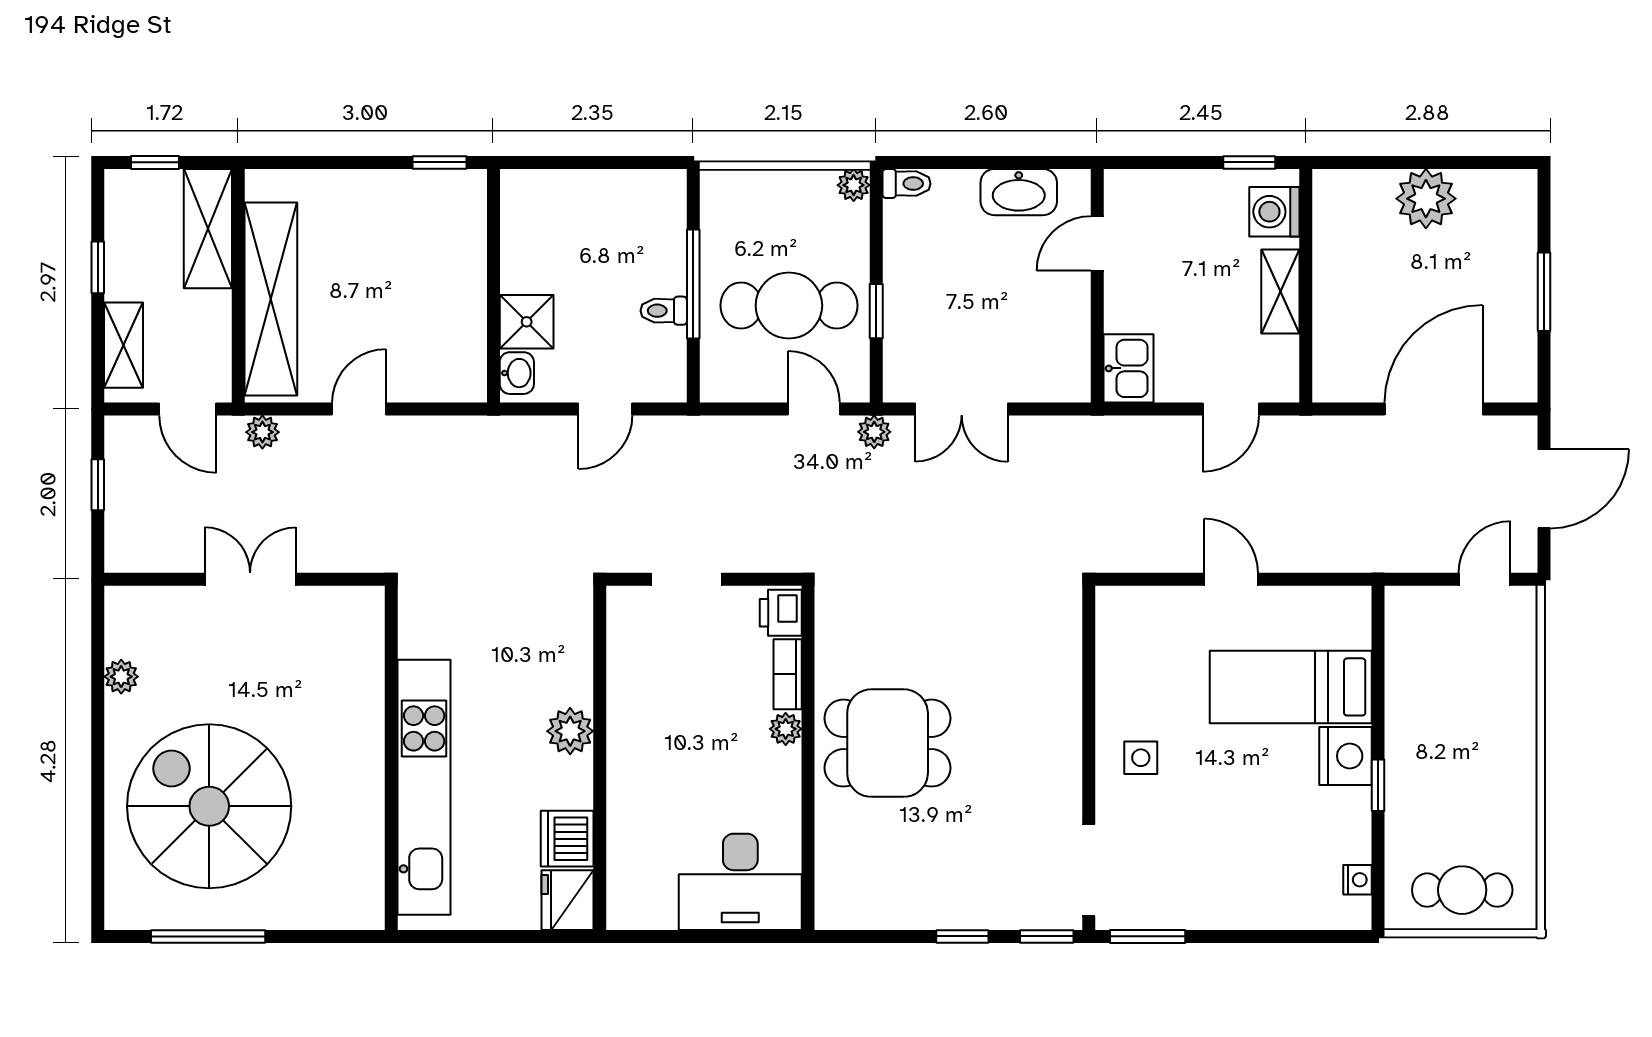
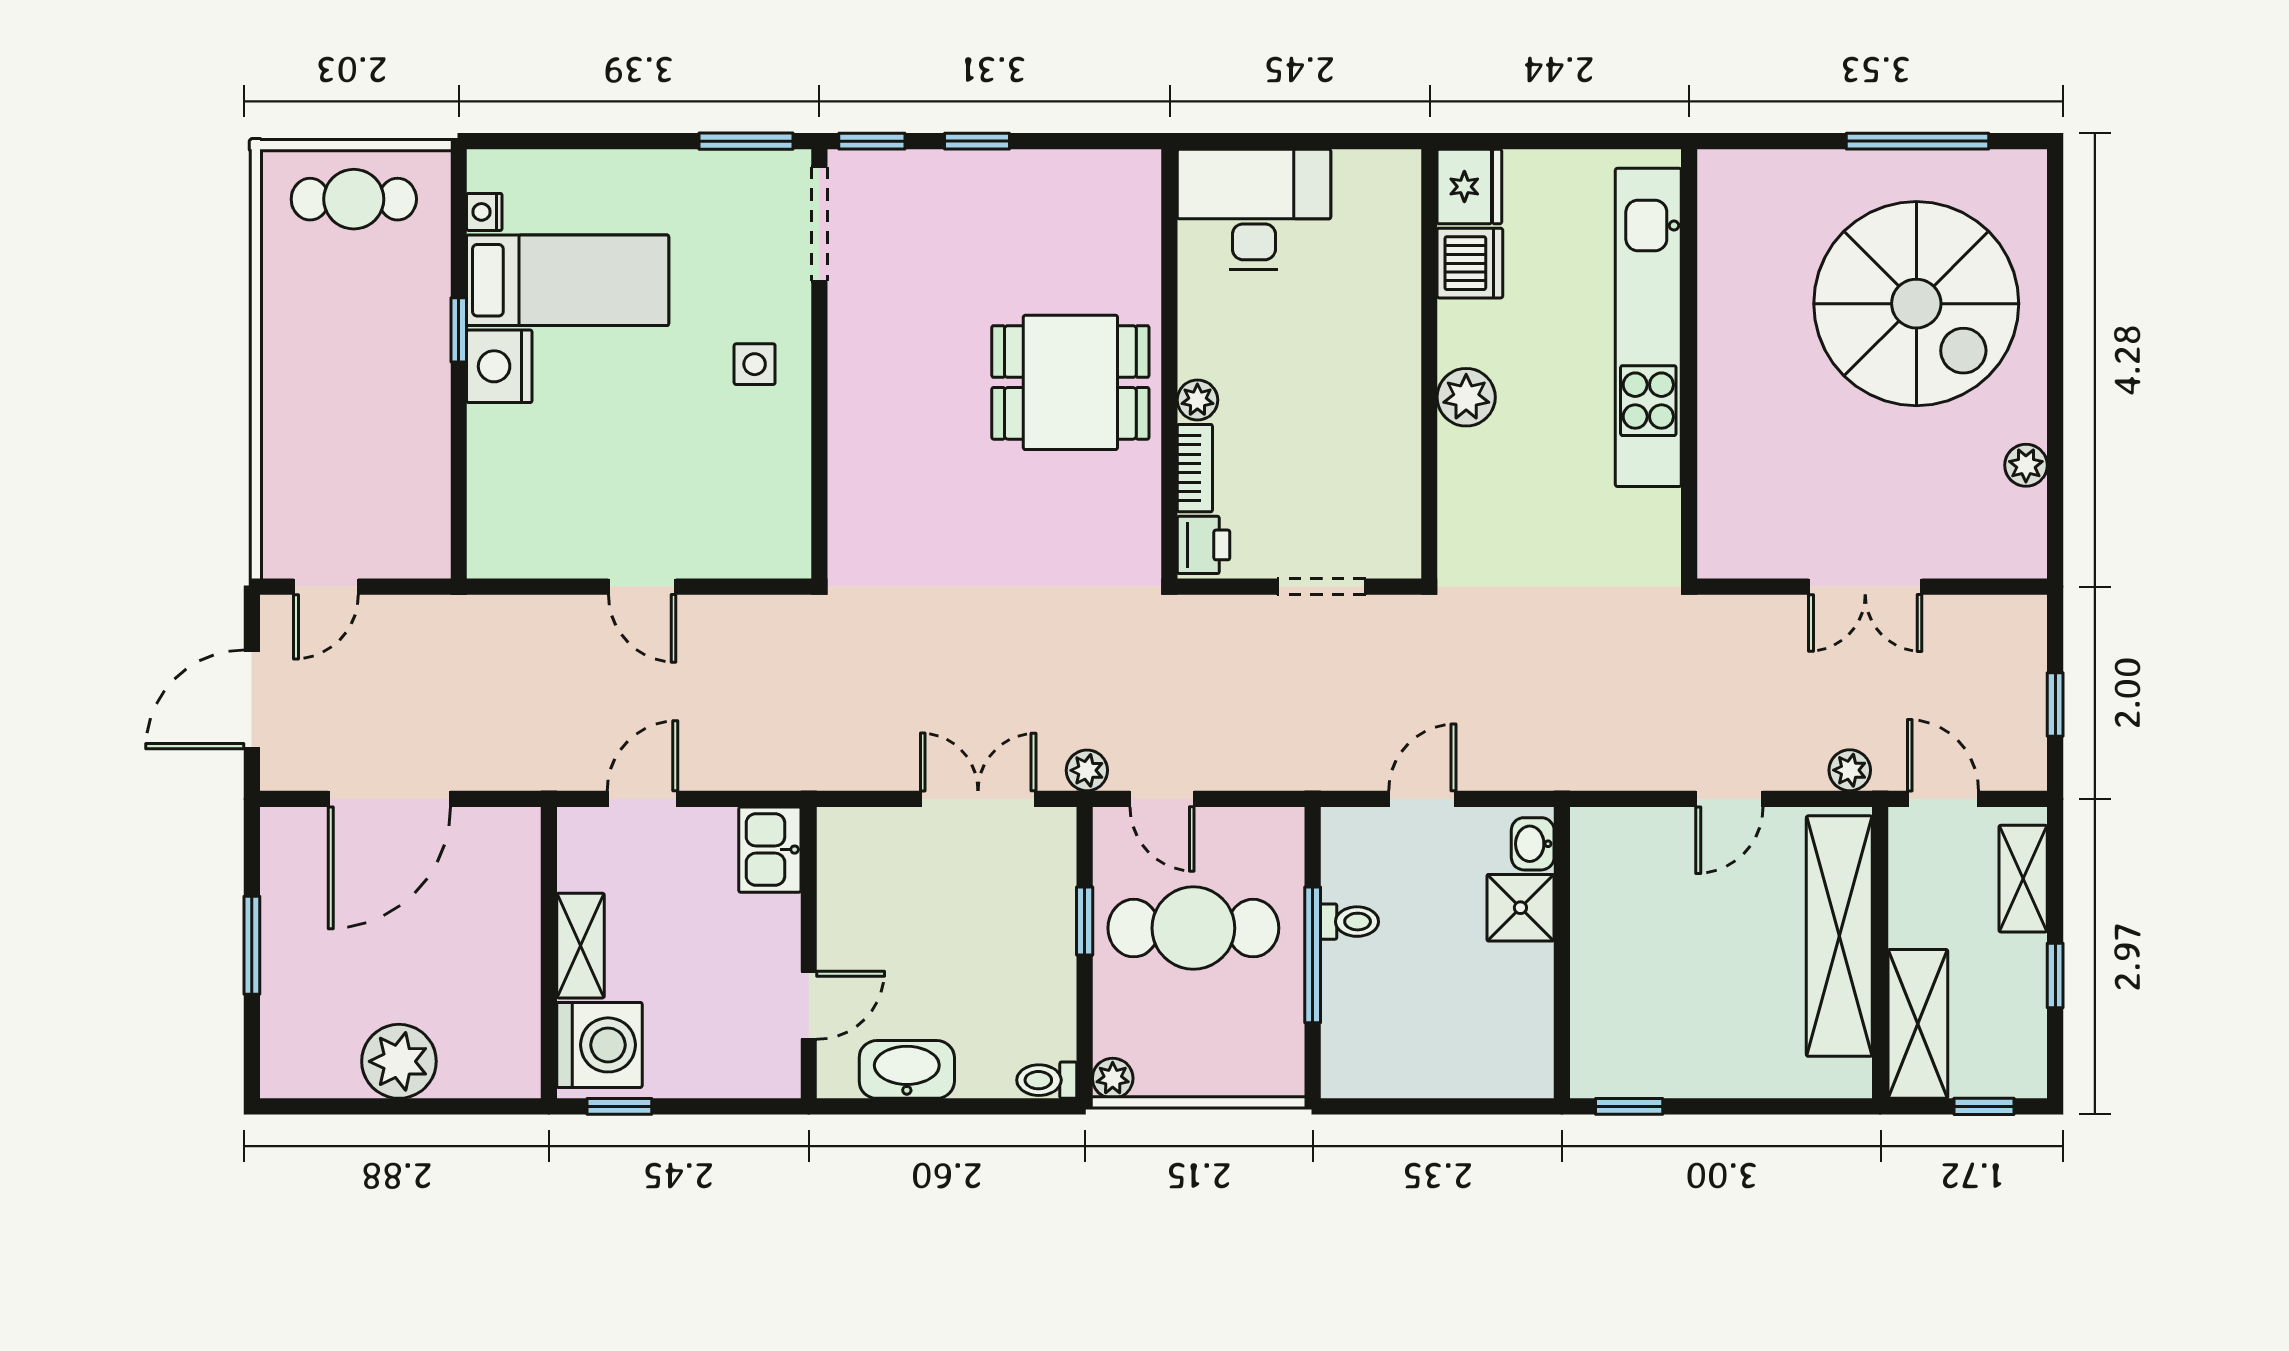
washing machine: (1274, 212) -> (599, 1045), width x1.37, depth x1.37
bed: (1291, 687) -> (568, 280), moved

